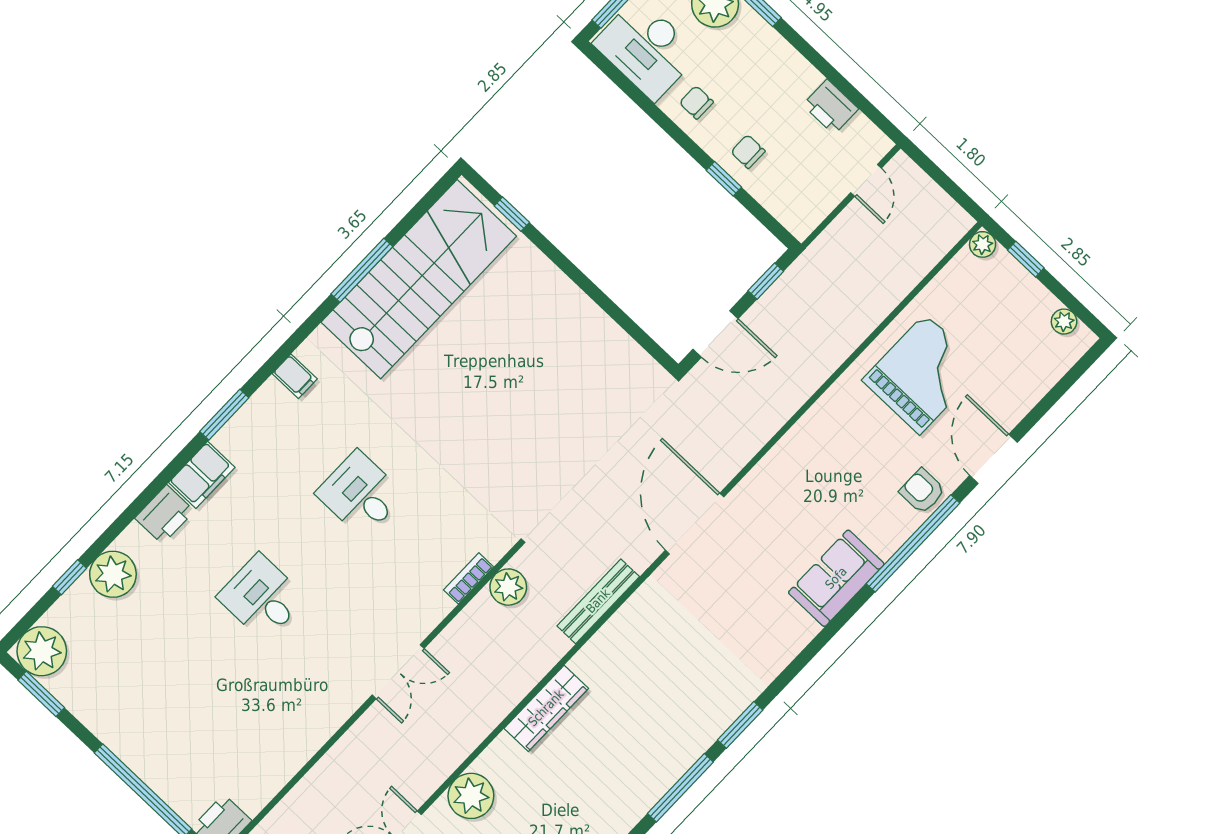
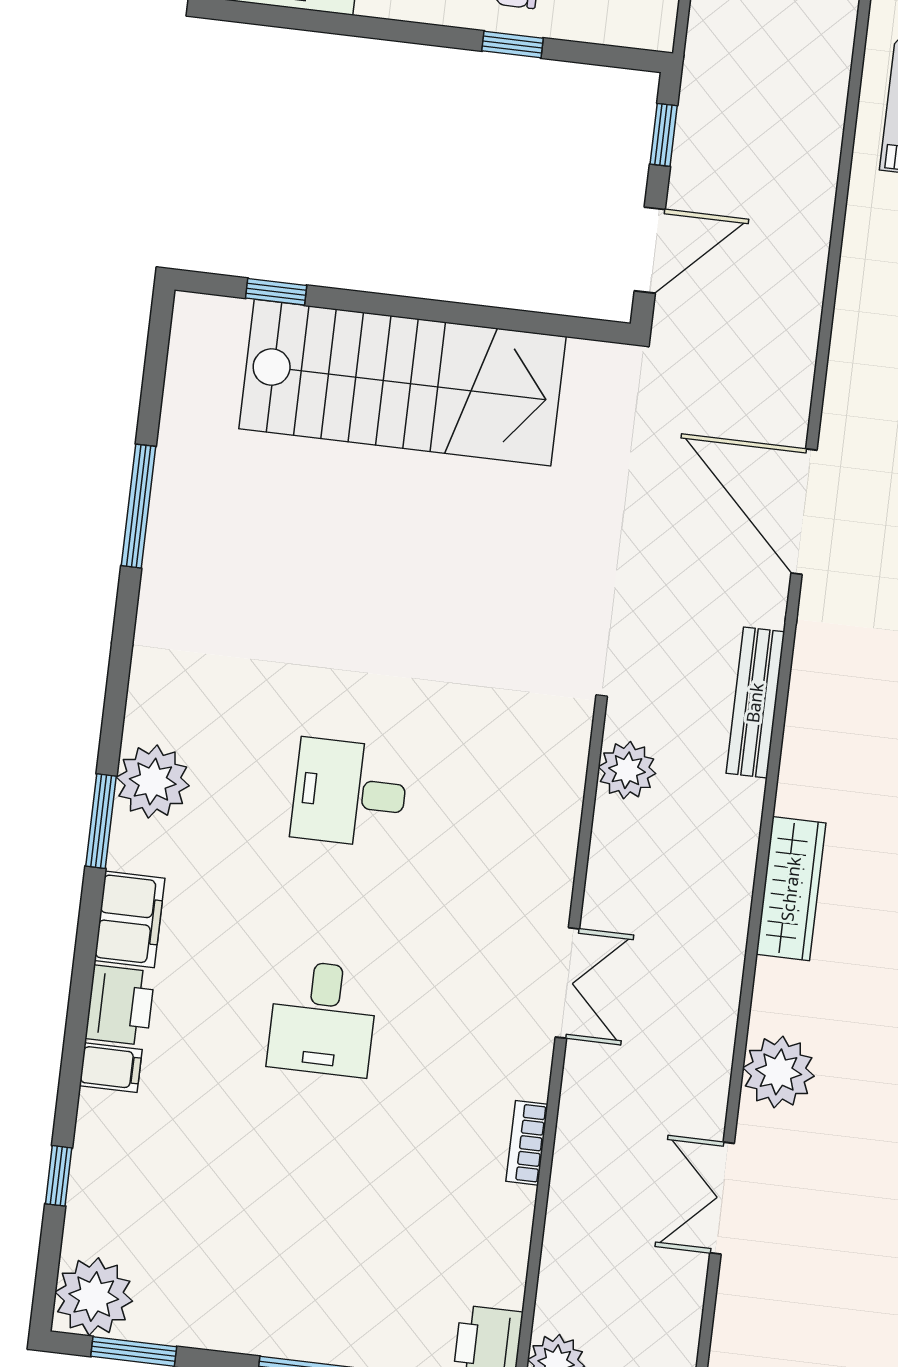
stairs: (419, 279) -> (403, 383), moved, turned 90
filing cabinet: (295, 376) -> (111, 1068), moved
plant: (113, 574) -> (153, 781), moved
bookcase: (469, 578) -> (527, 1143), moved
desk: (262, 597) -> (323, 1018), turned -90

